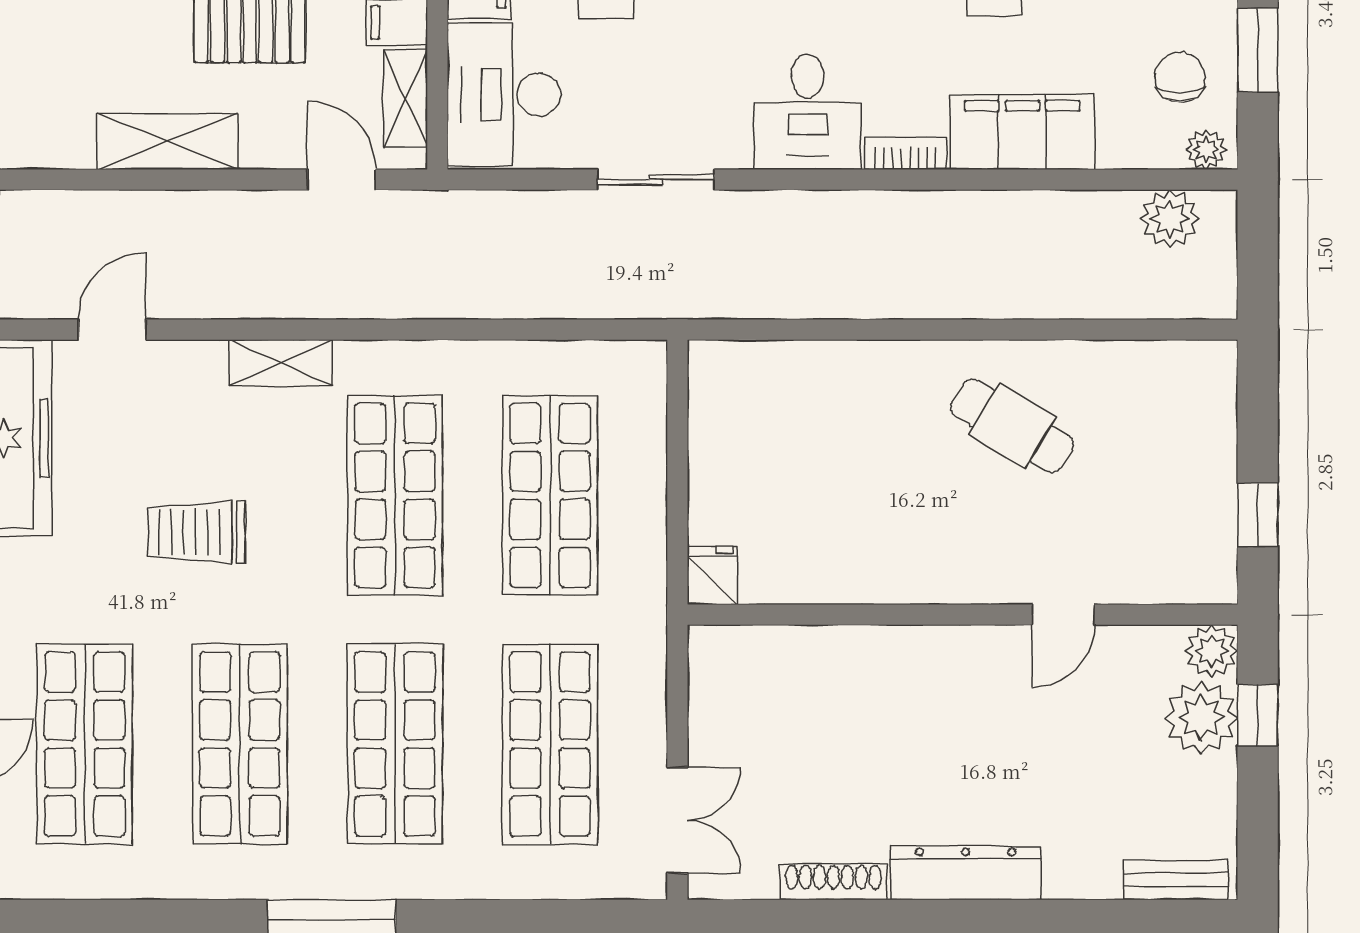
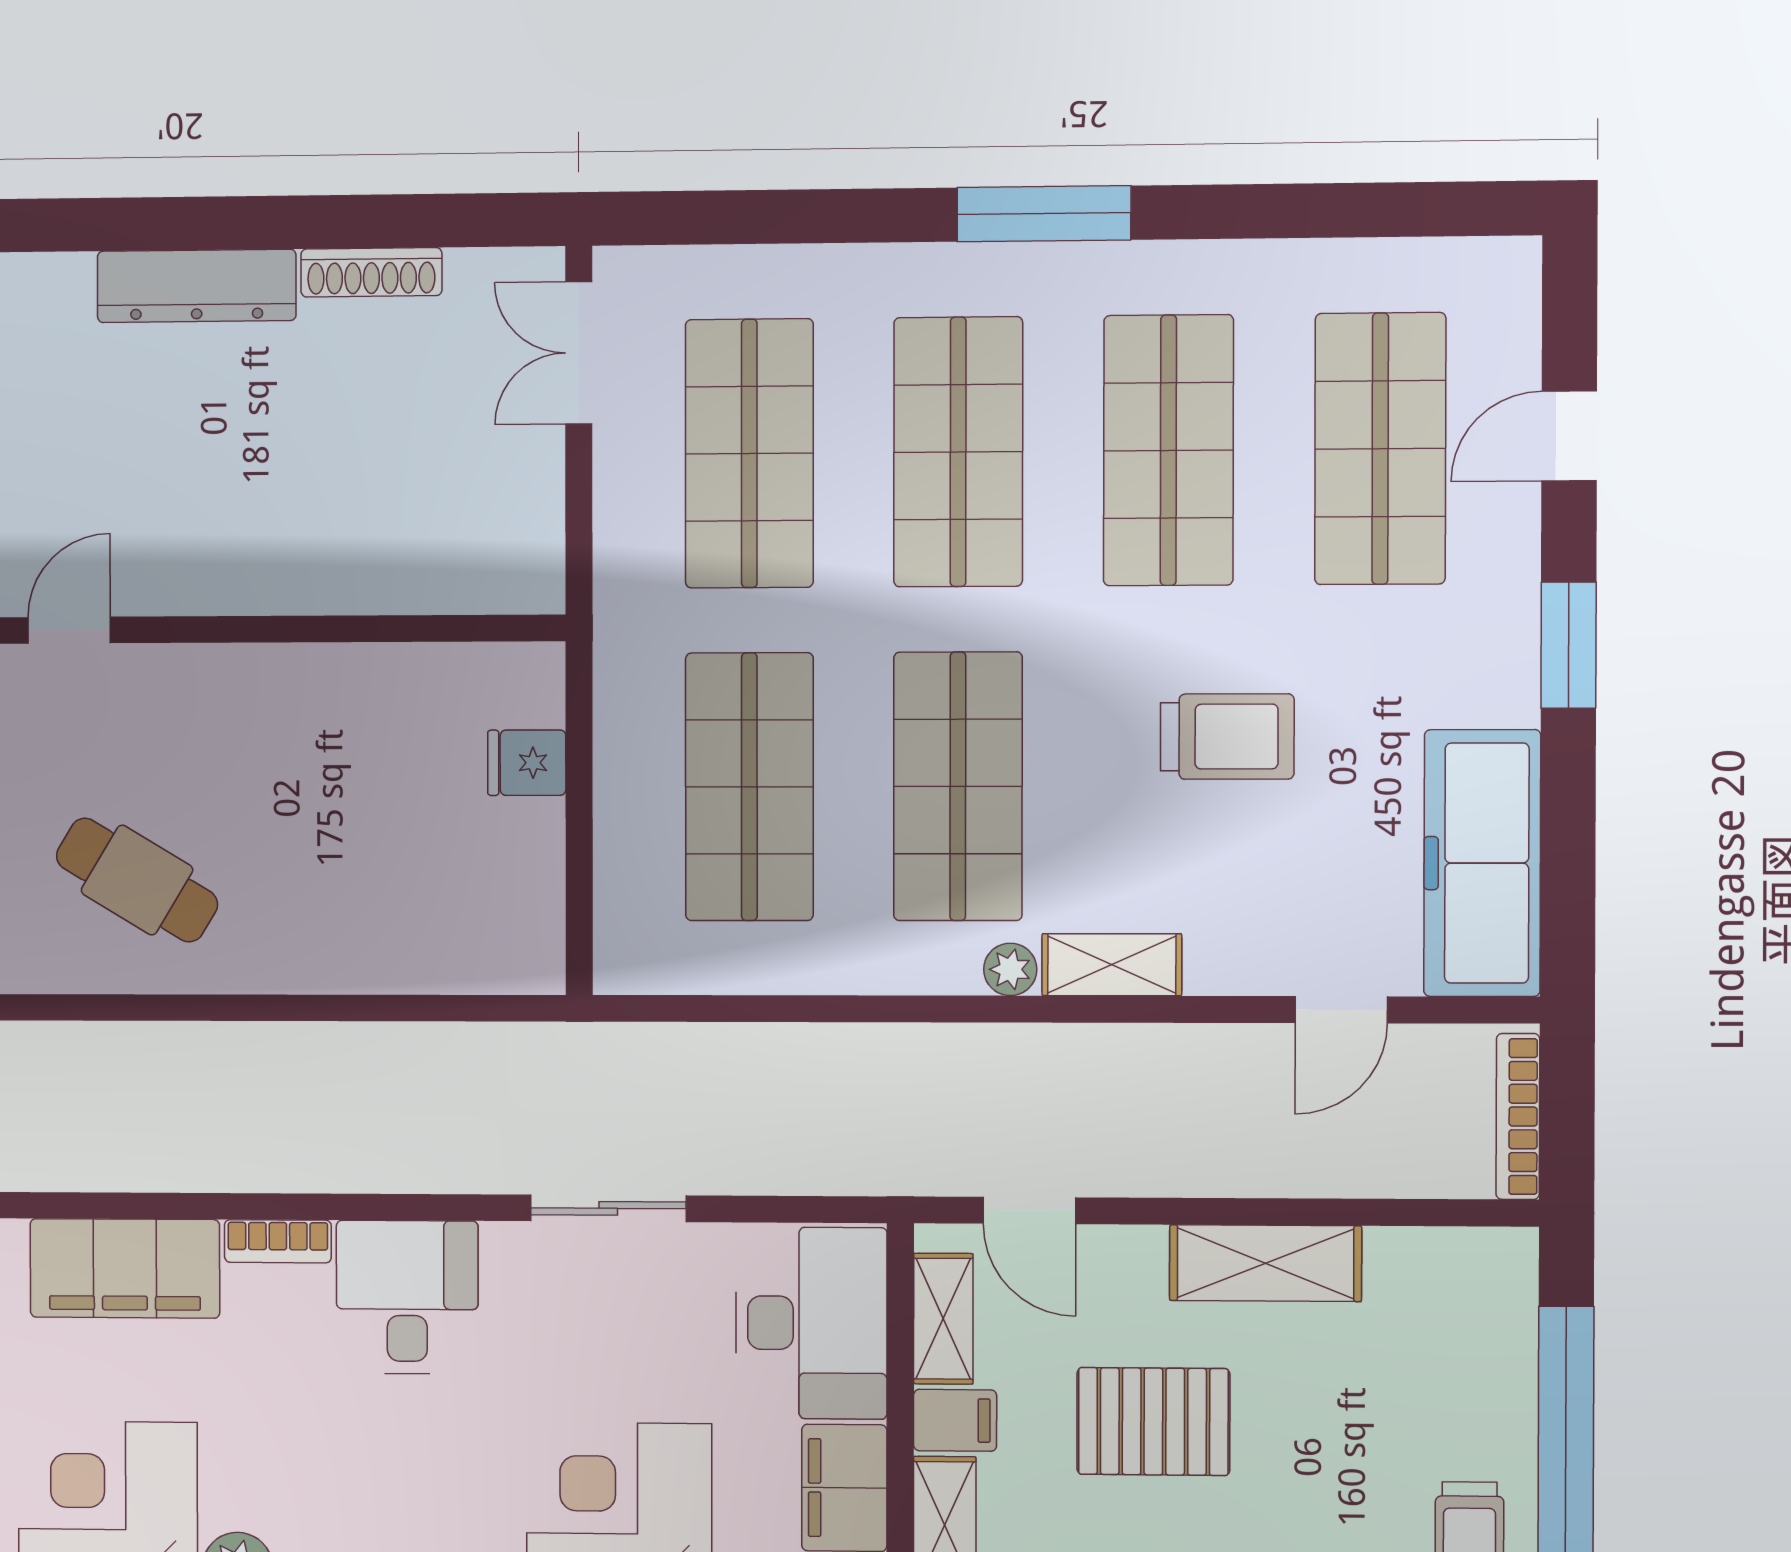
plant: (356, 359) -> (1010, 969), added
fridge: (712, 575) -> (527, 763), moved, turned 90

